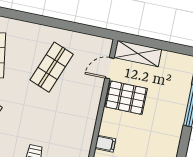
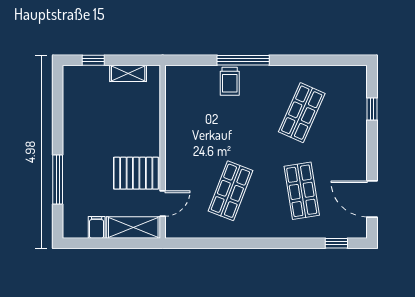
filing cabinet: (105, 144) -> (97, 227), moved, turned 90

